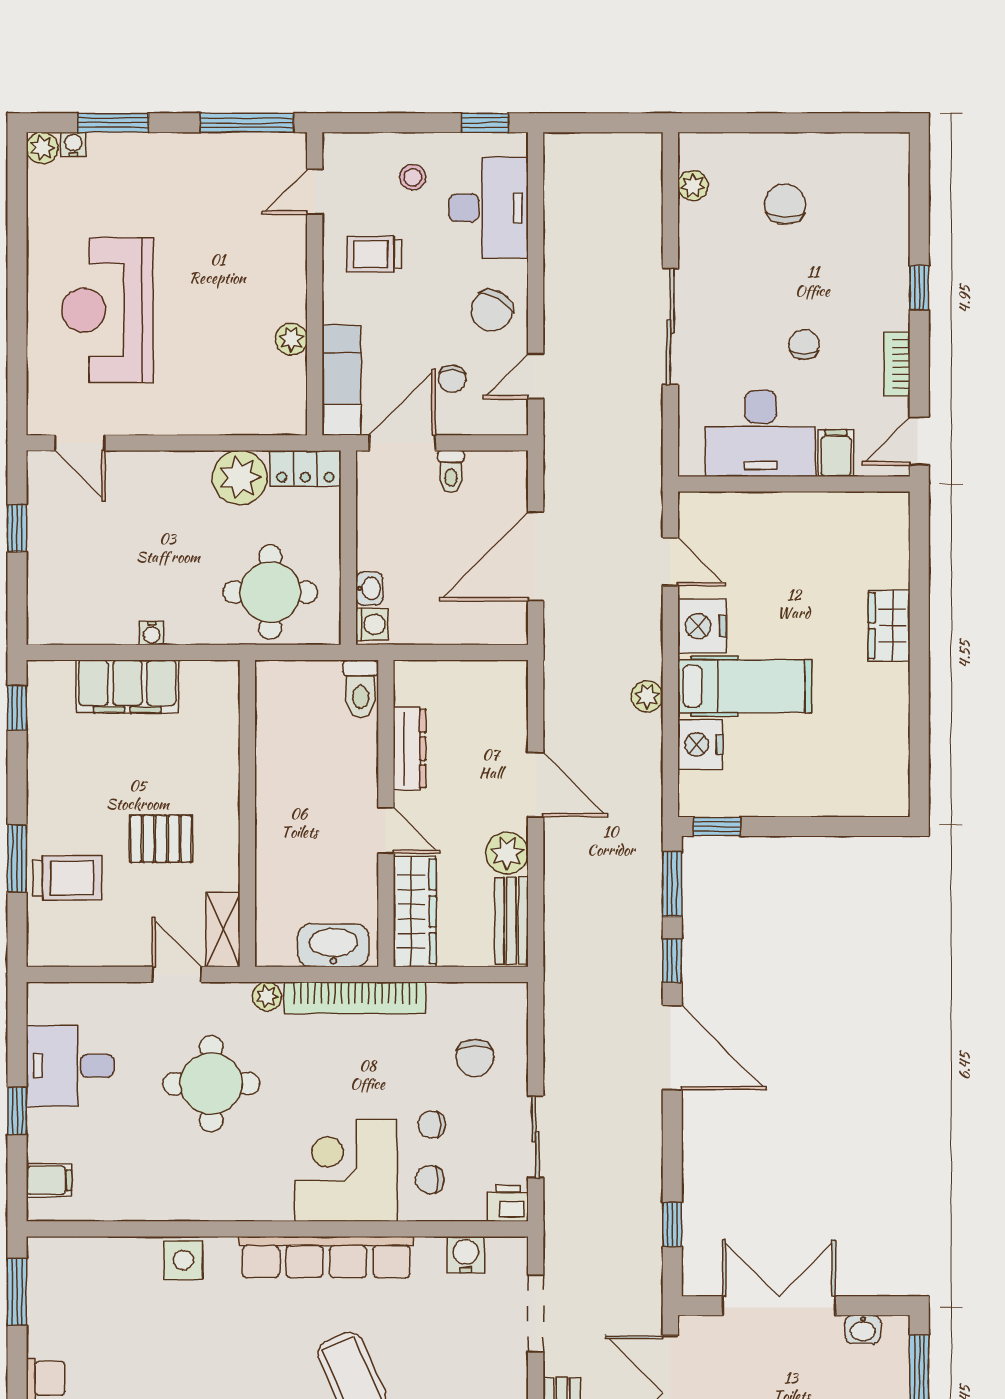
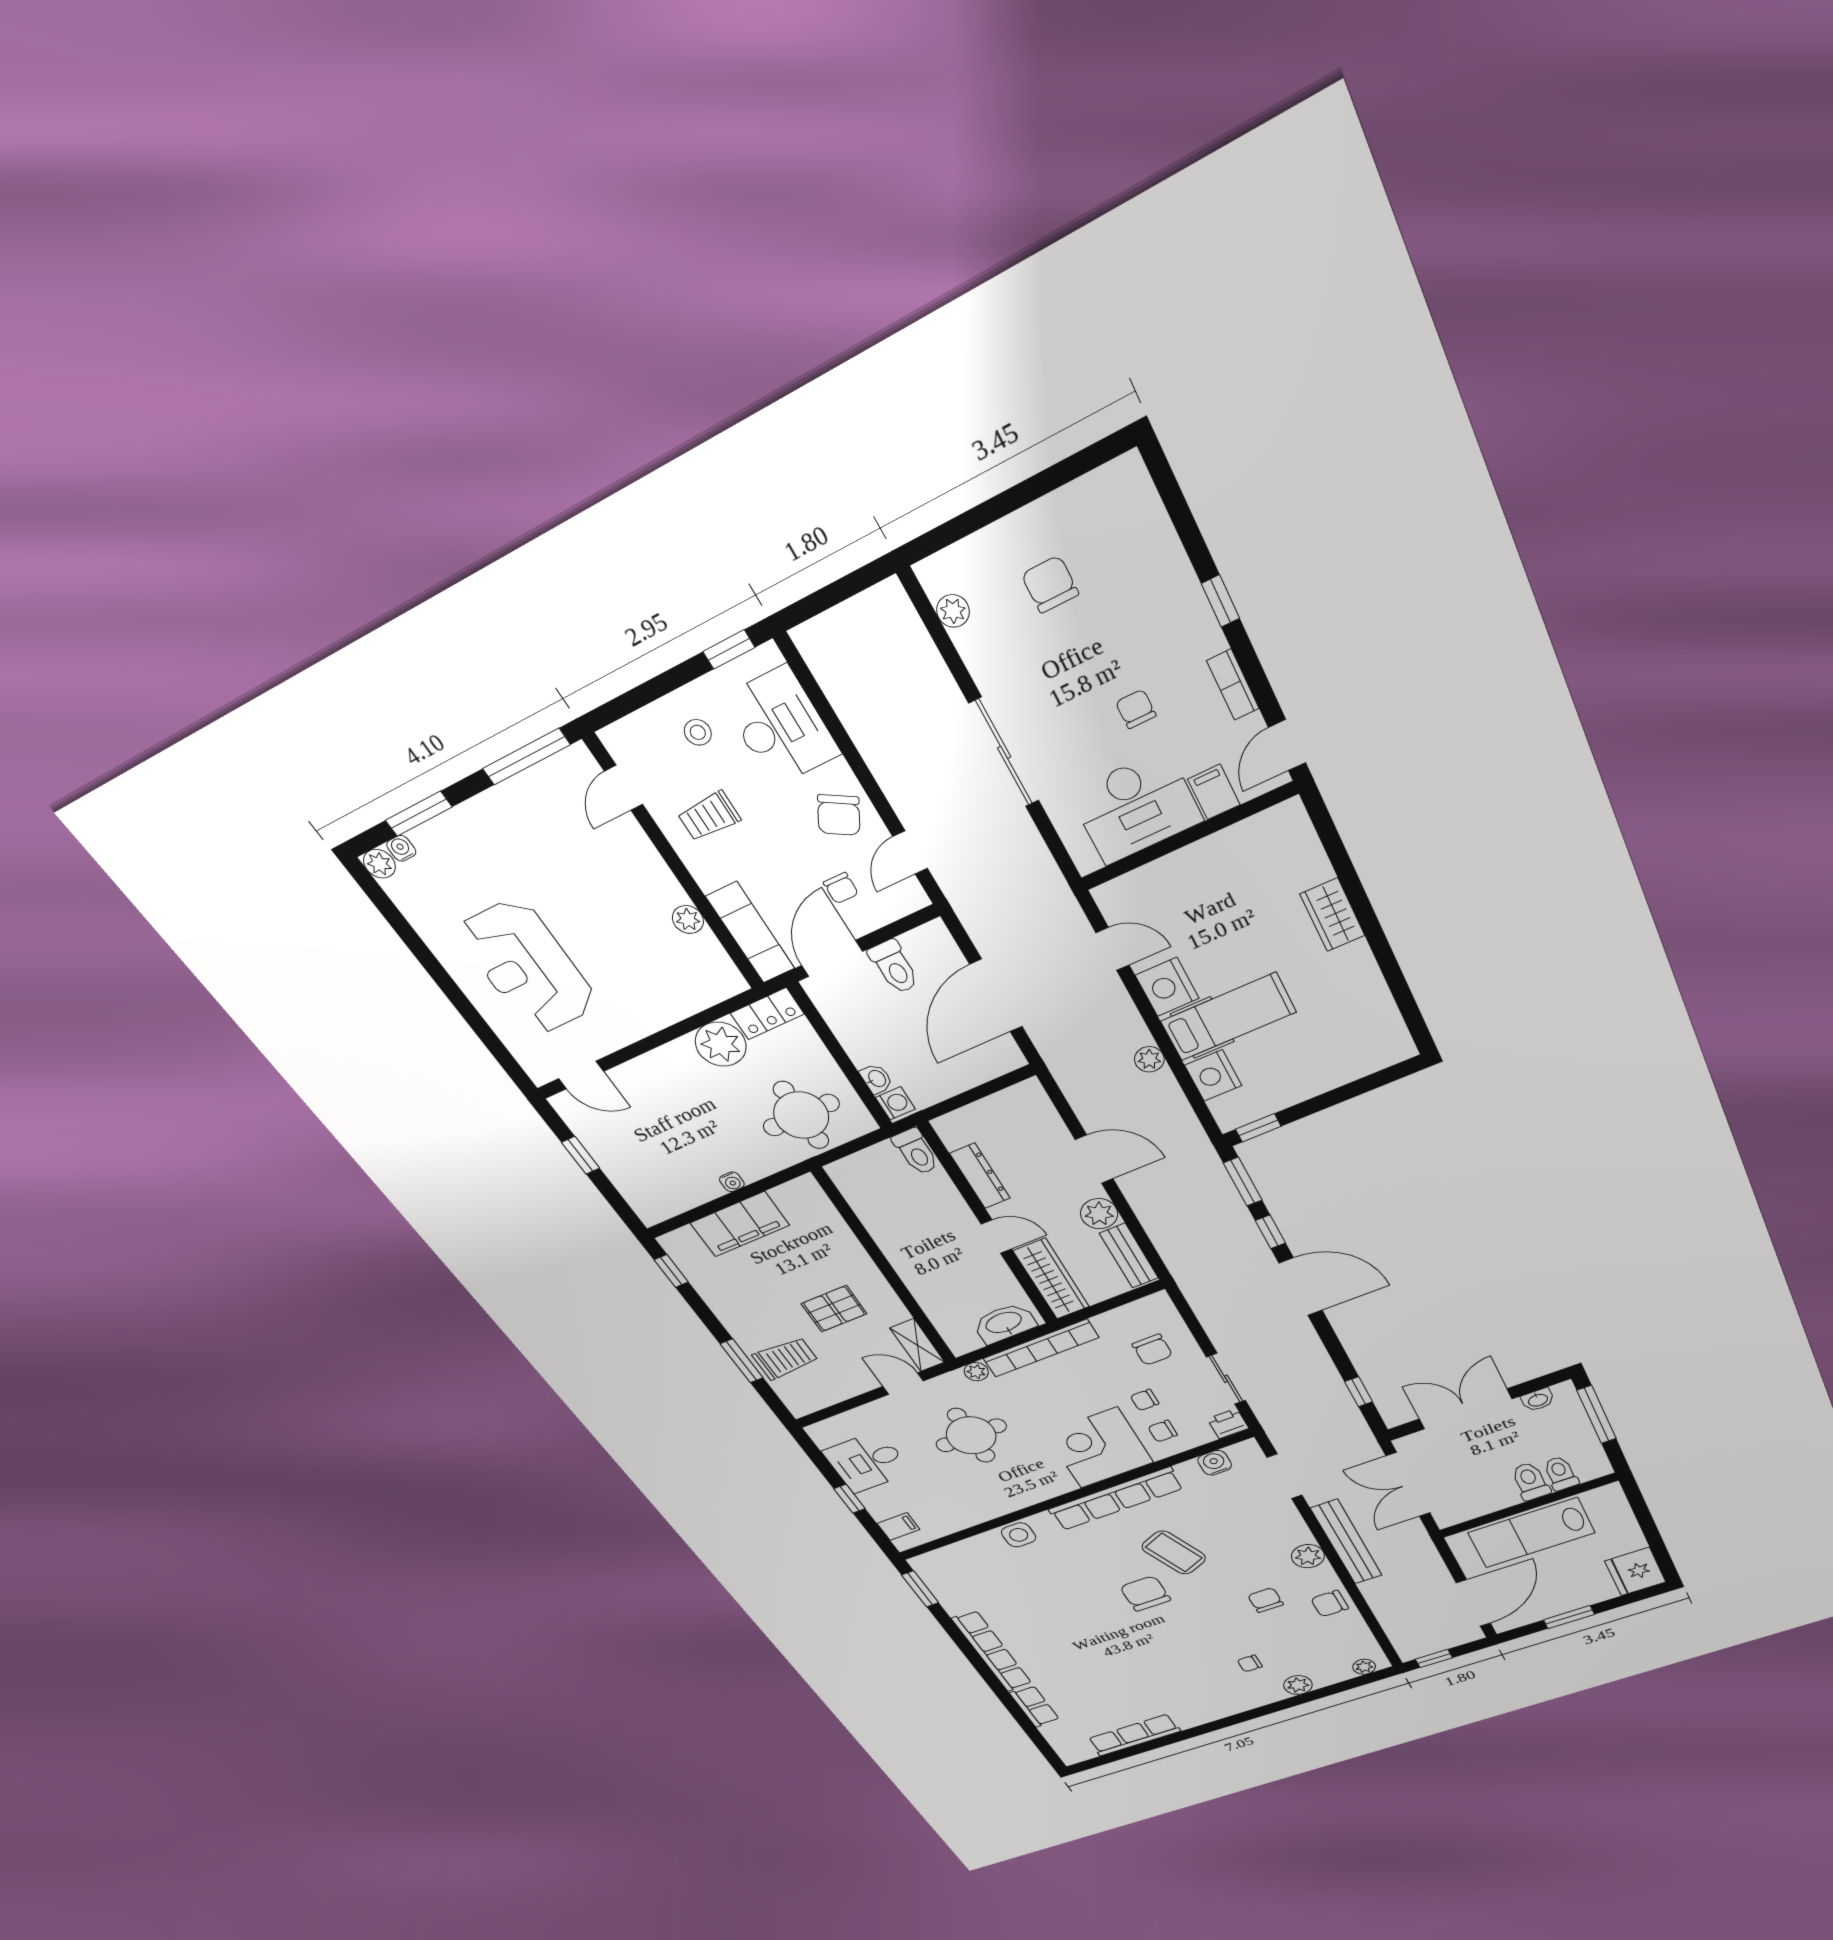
toilet: (451, 472) -> (894, 967), width x1.37, depth x1.39

